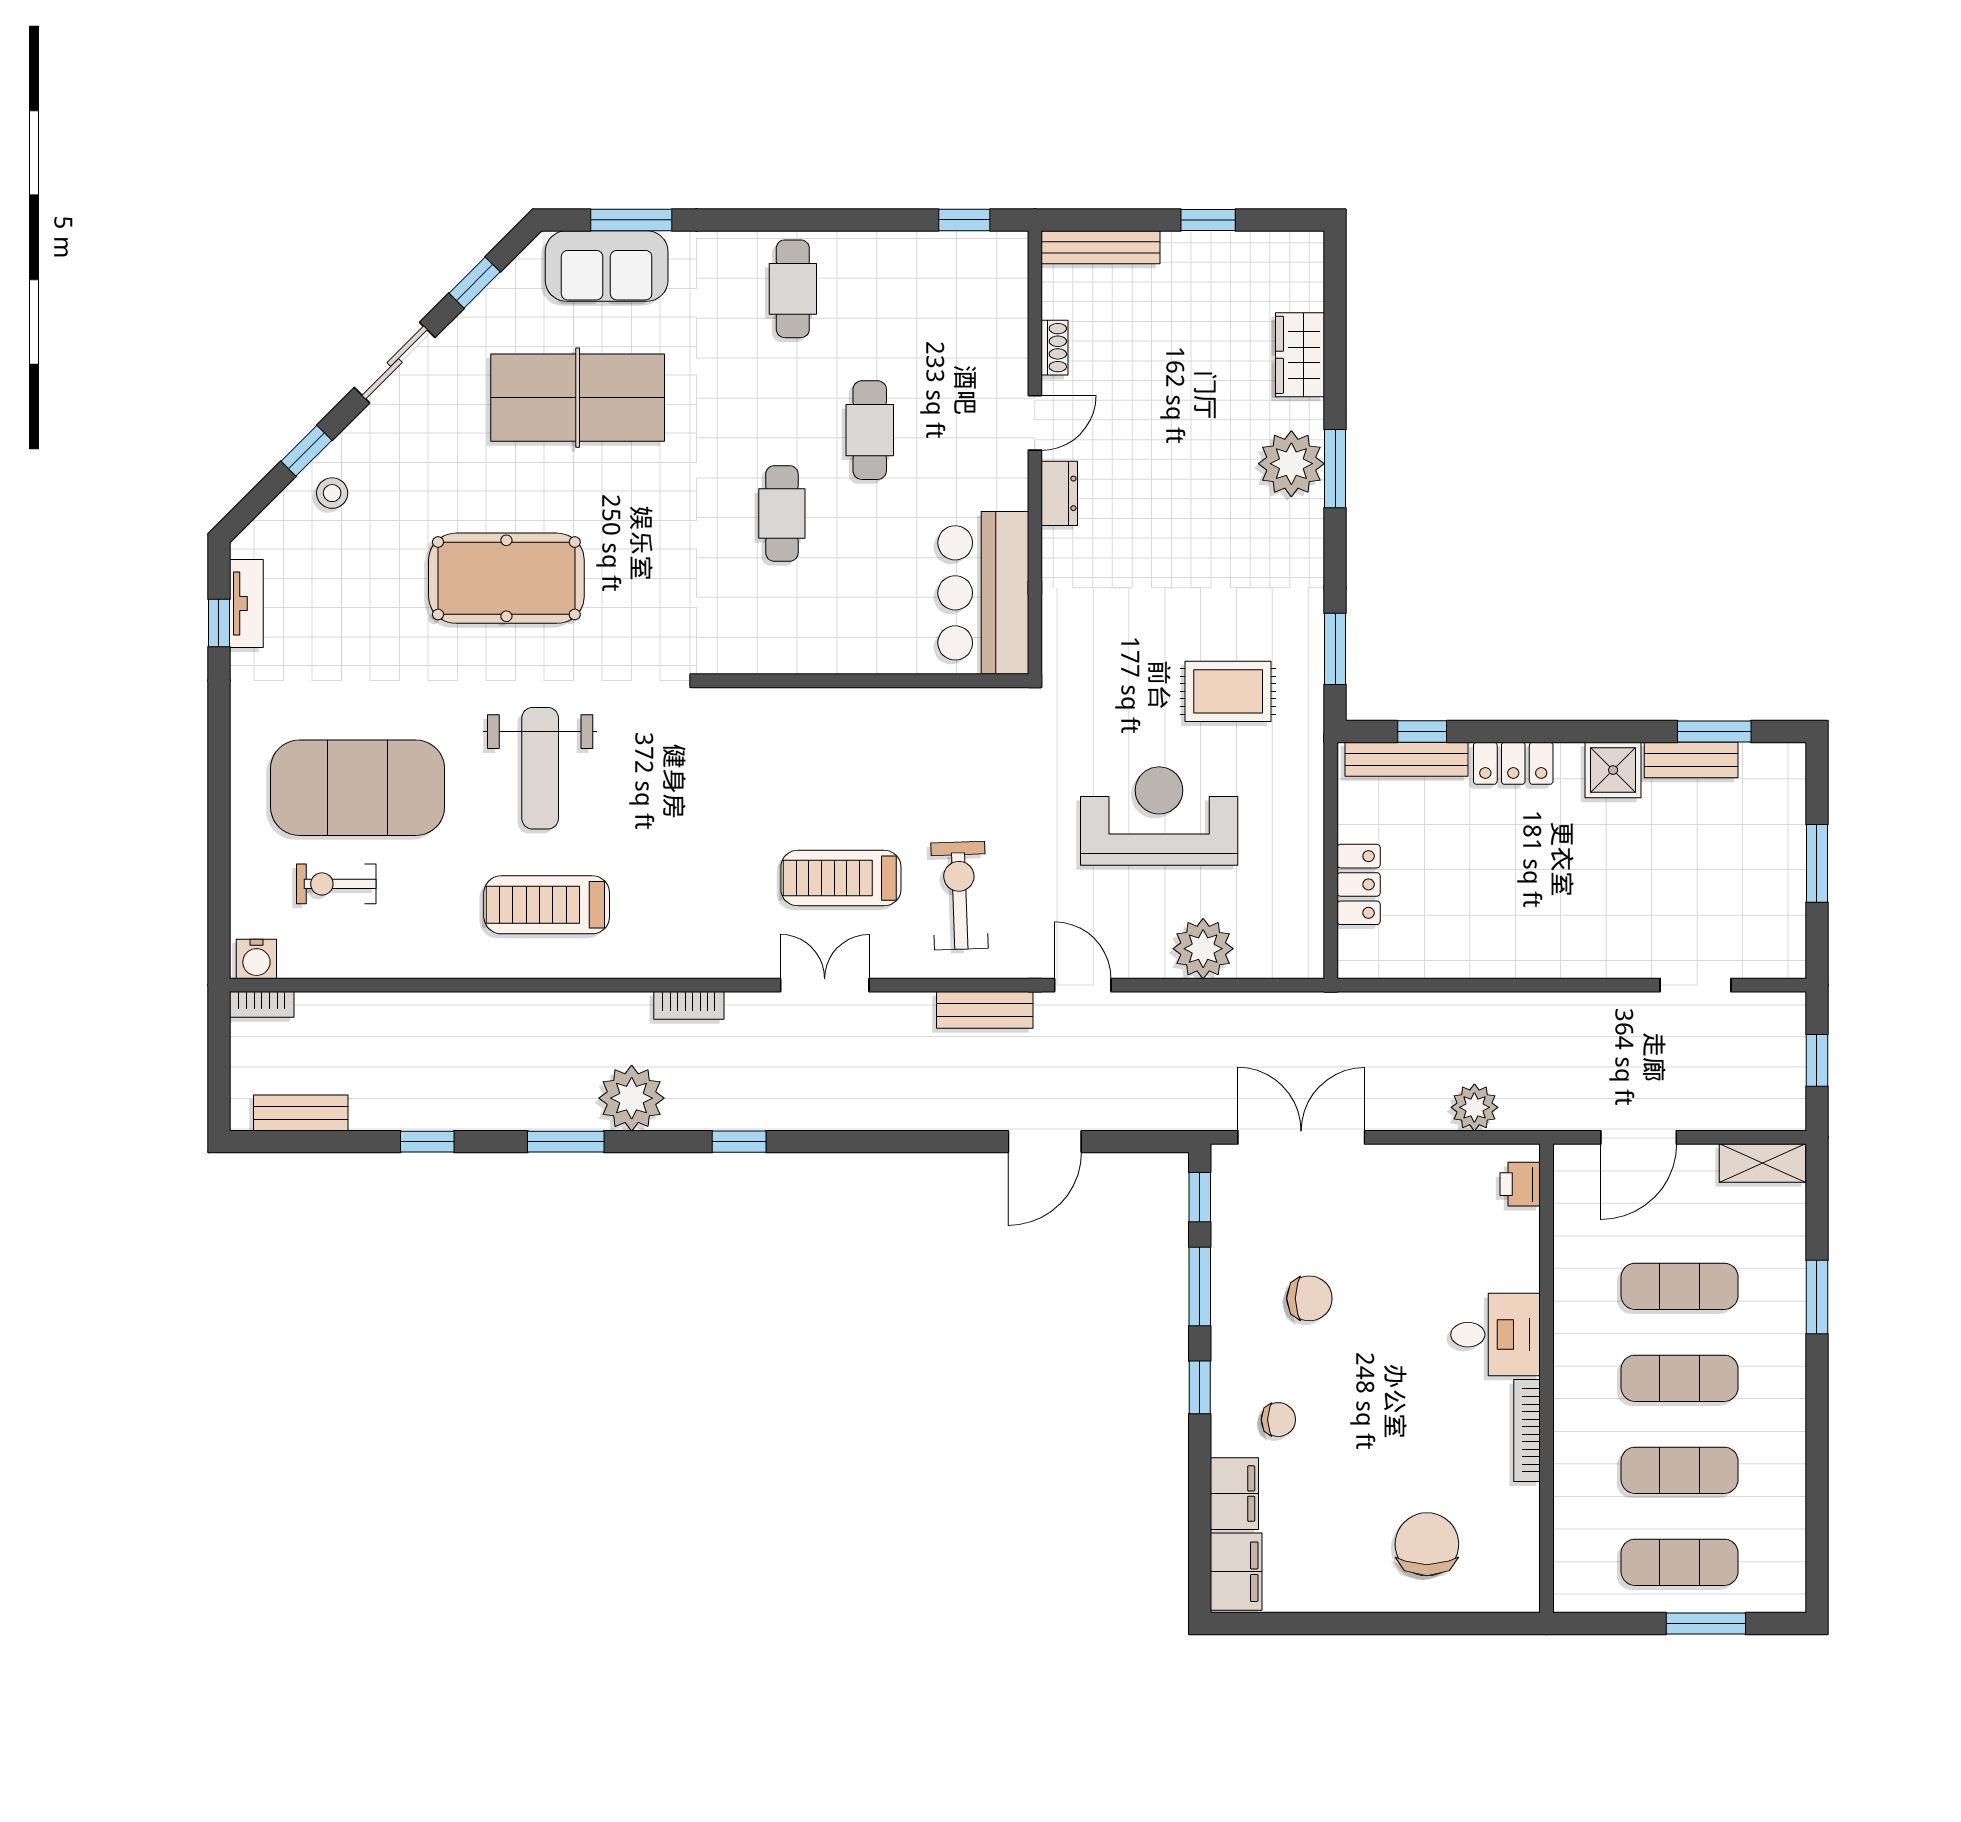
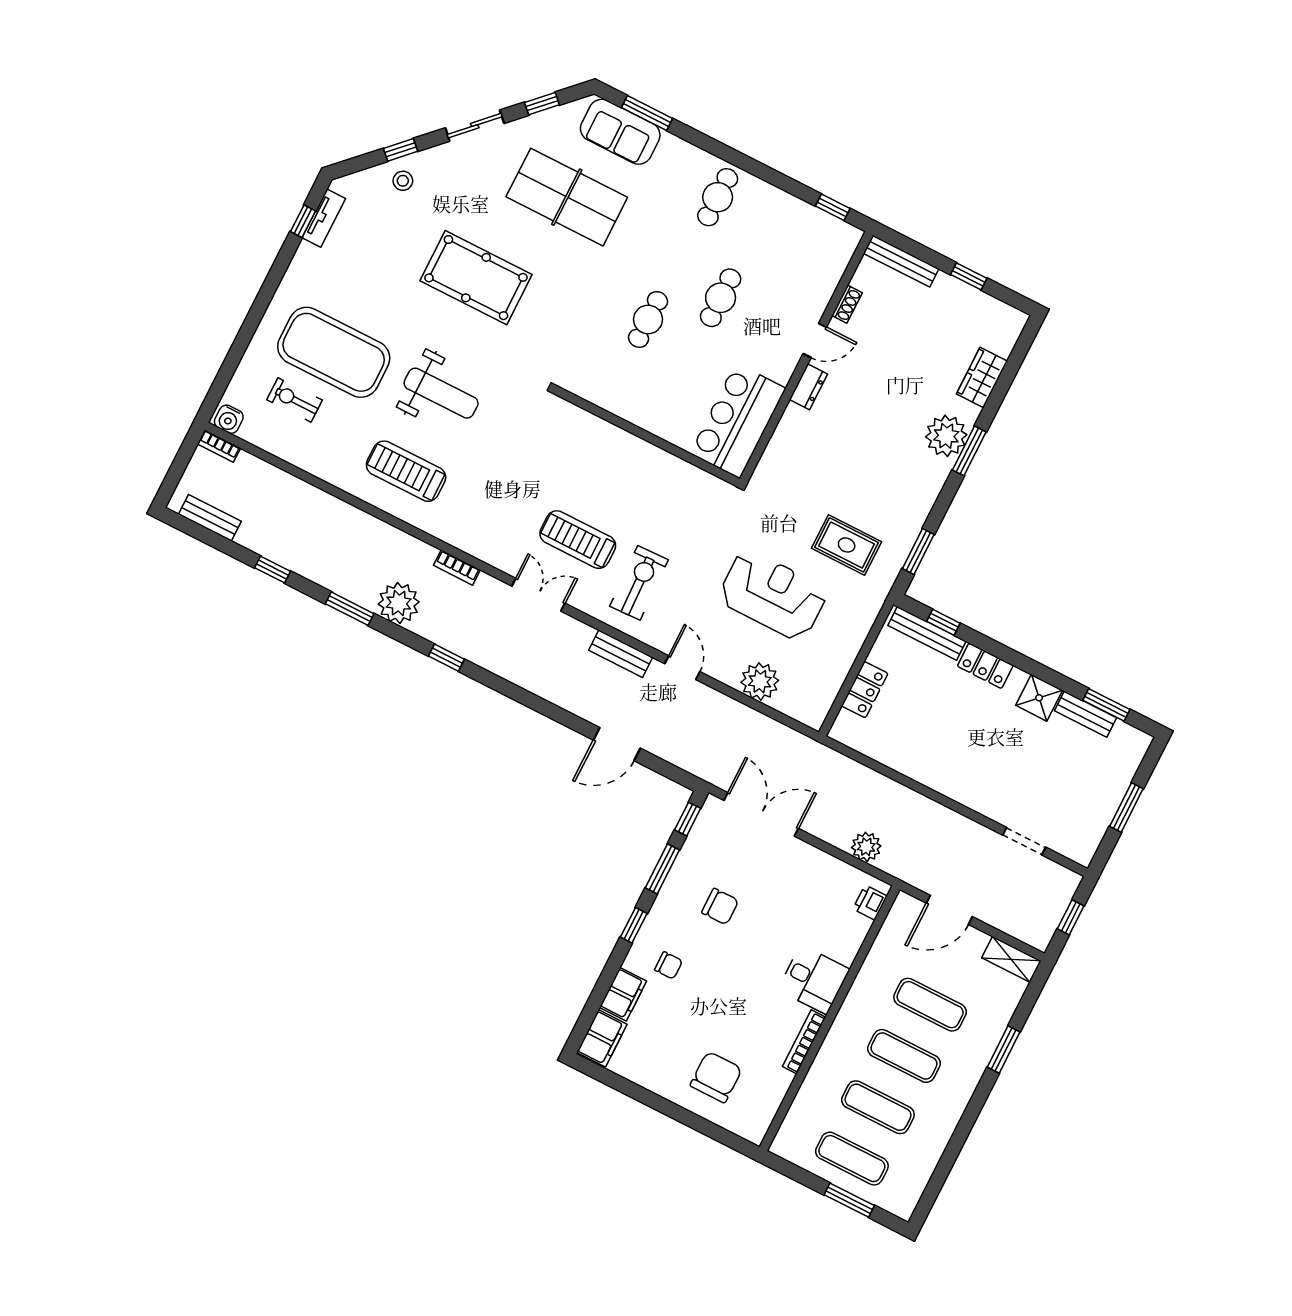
weight bench: (540, 768) -> (441, 393), turned -90

